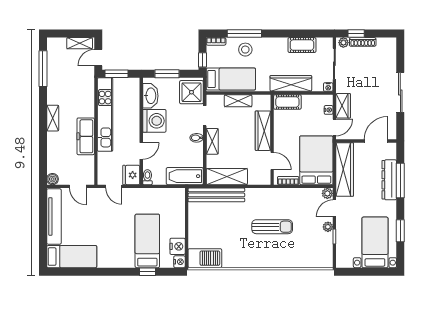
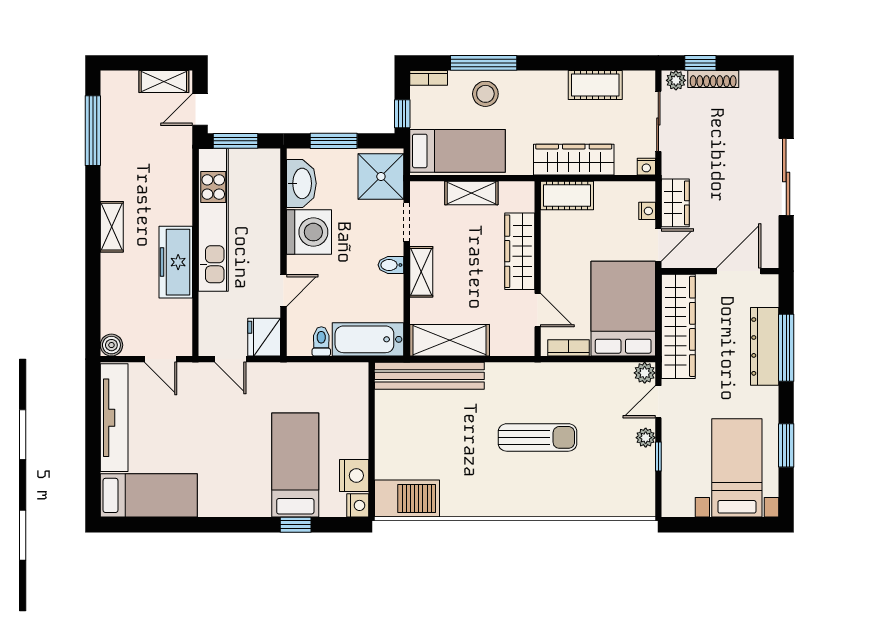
toilet: (147, 177) -> (321, 341), moved

